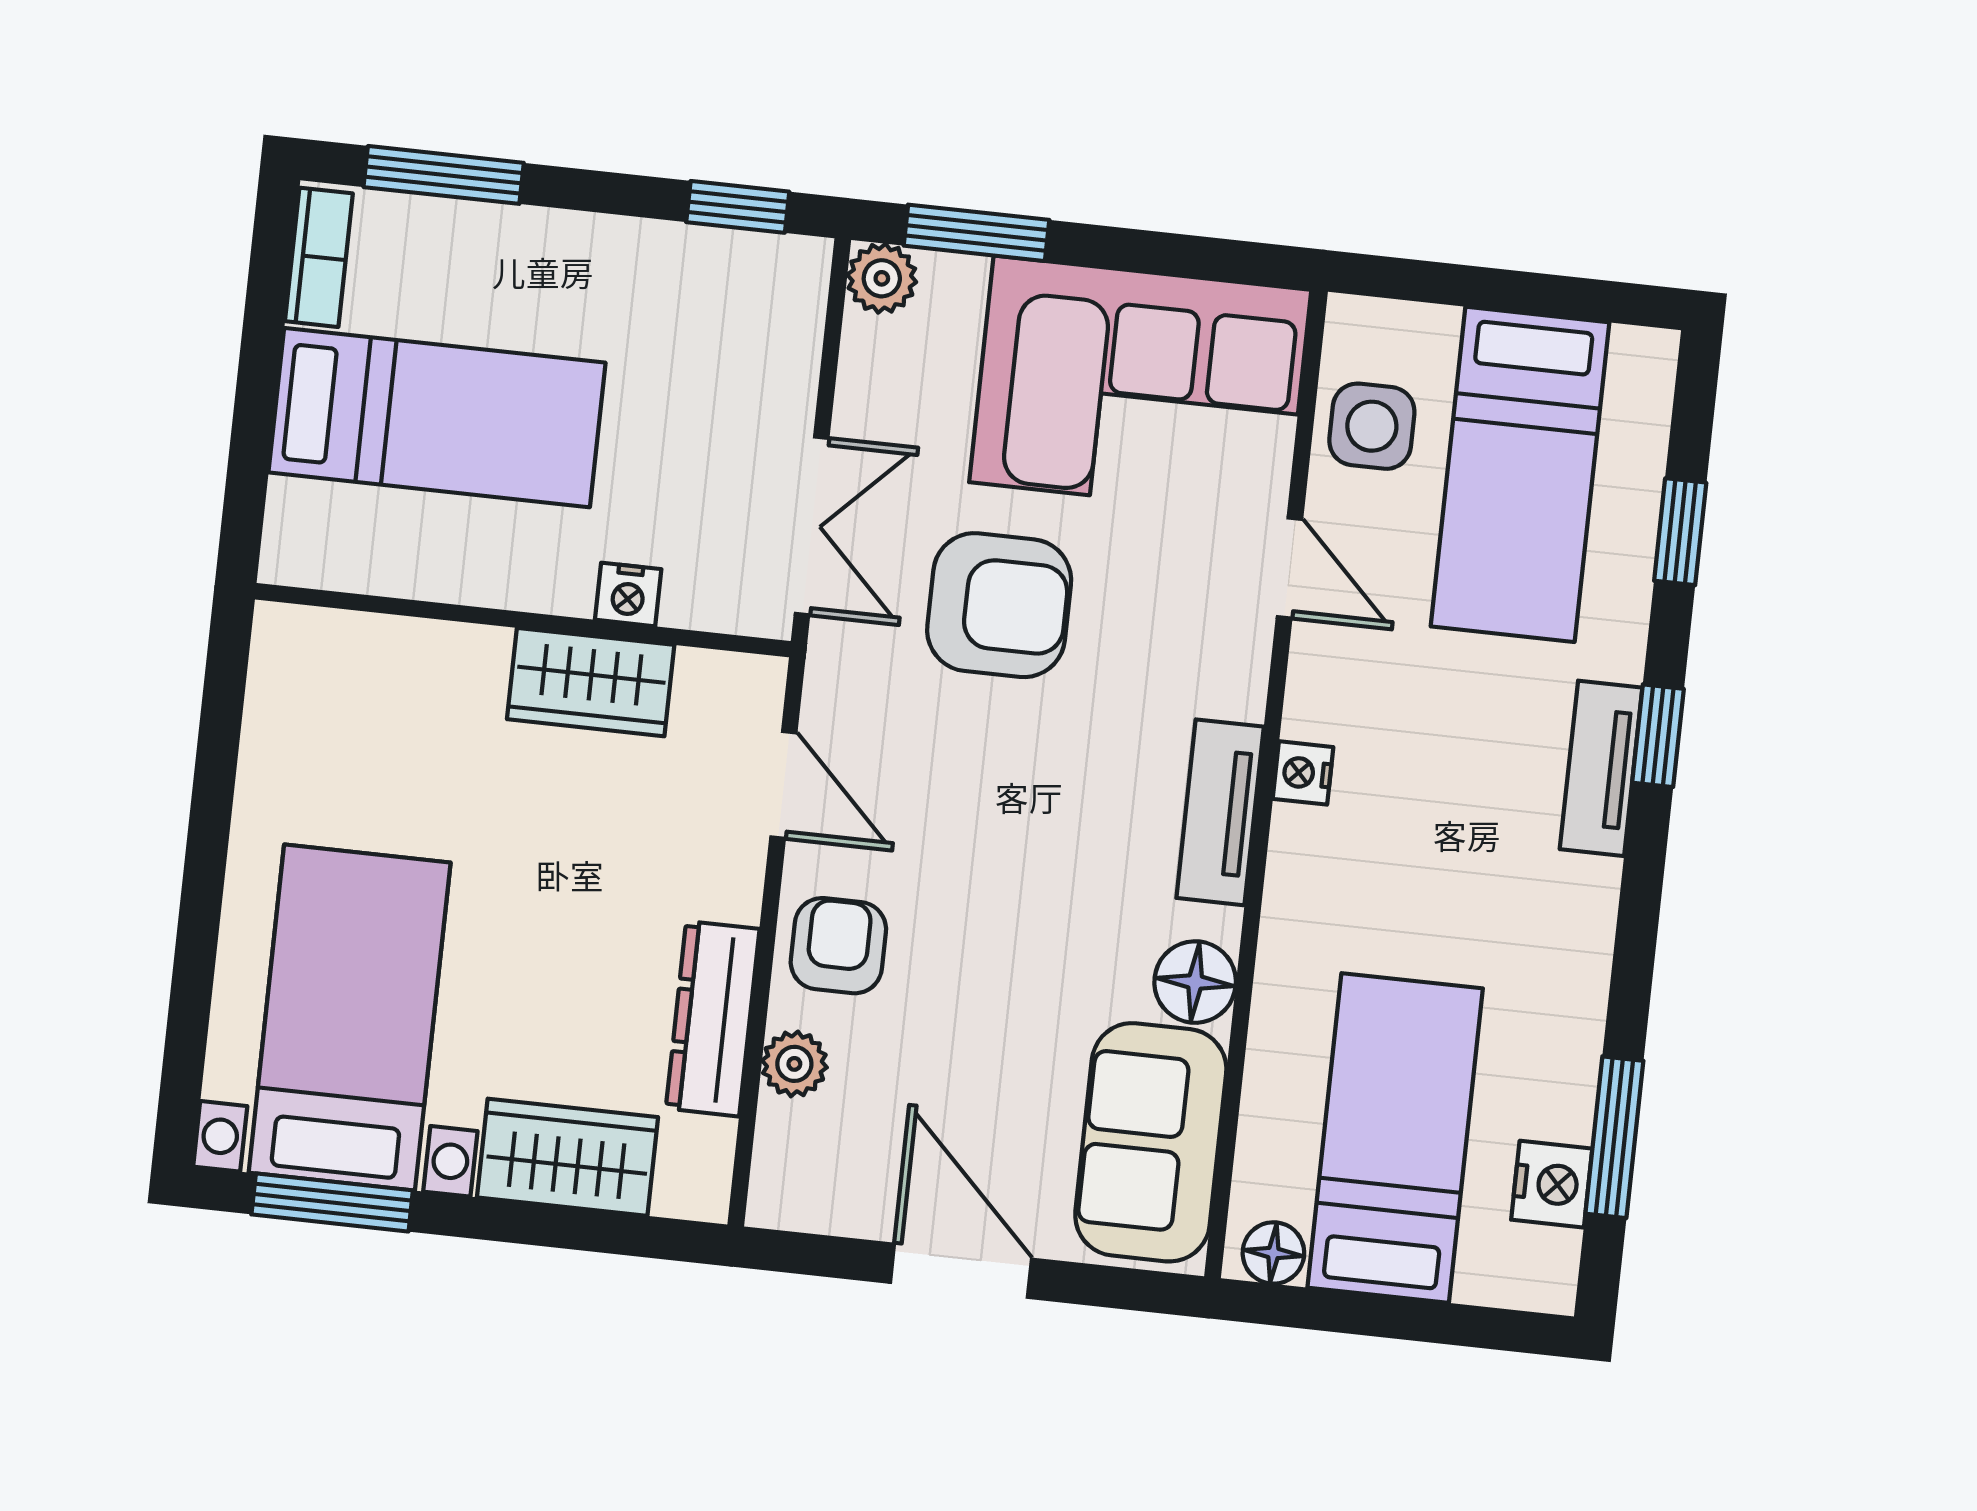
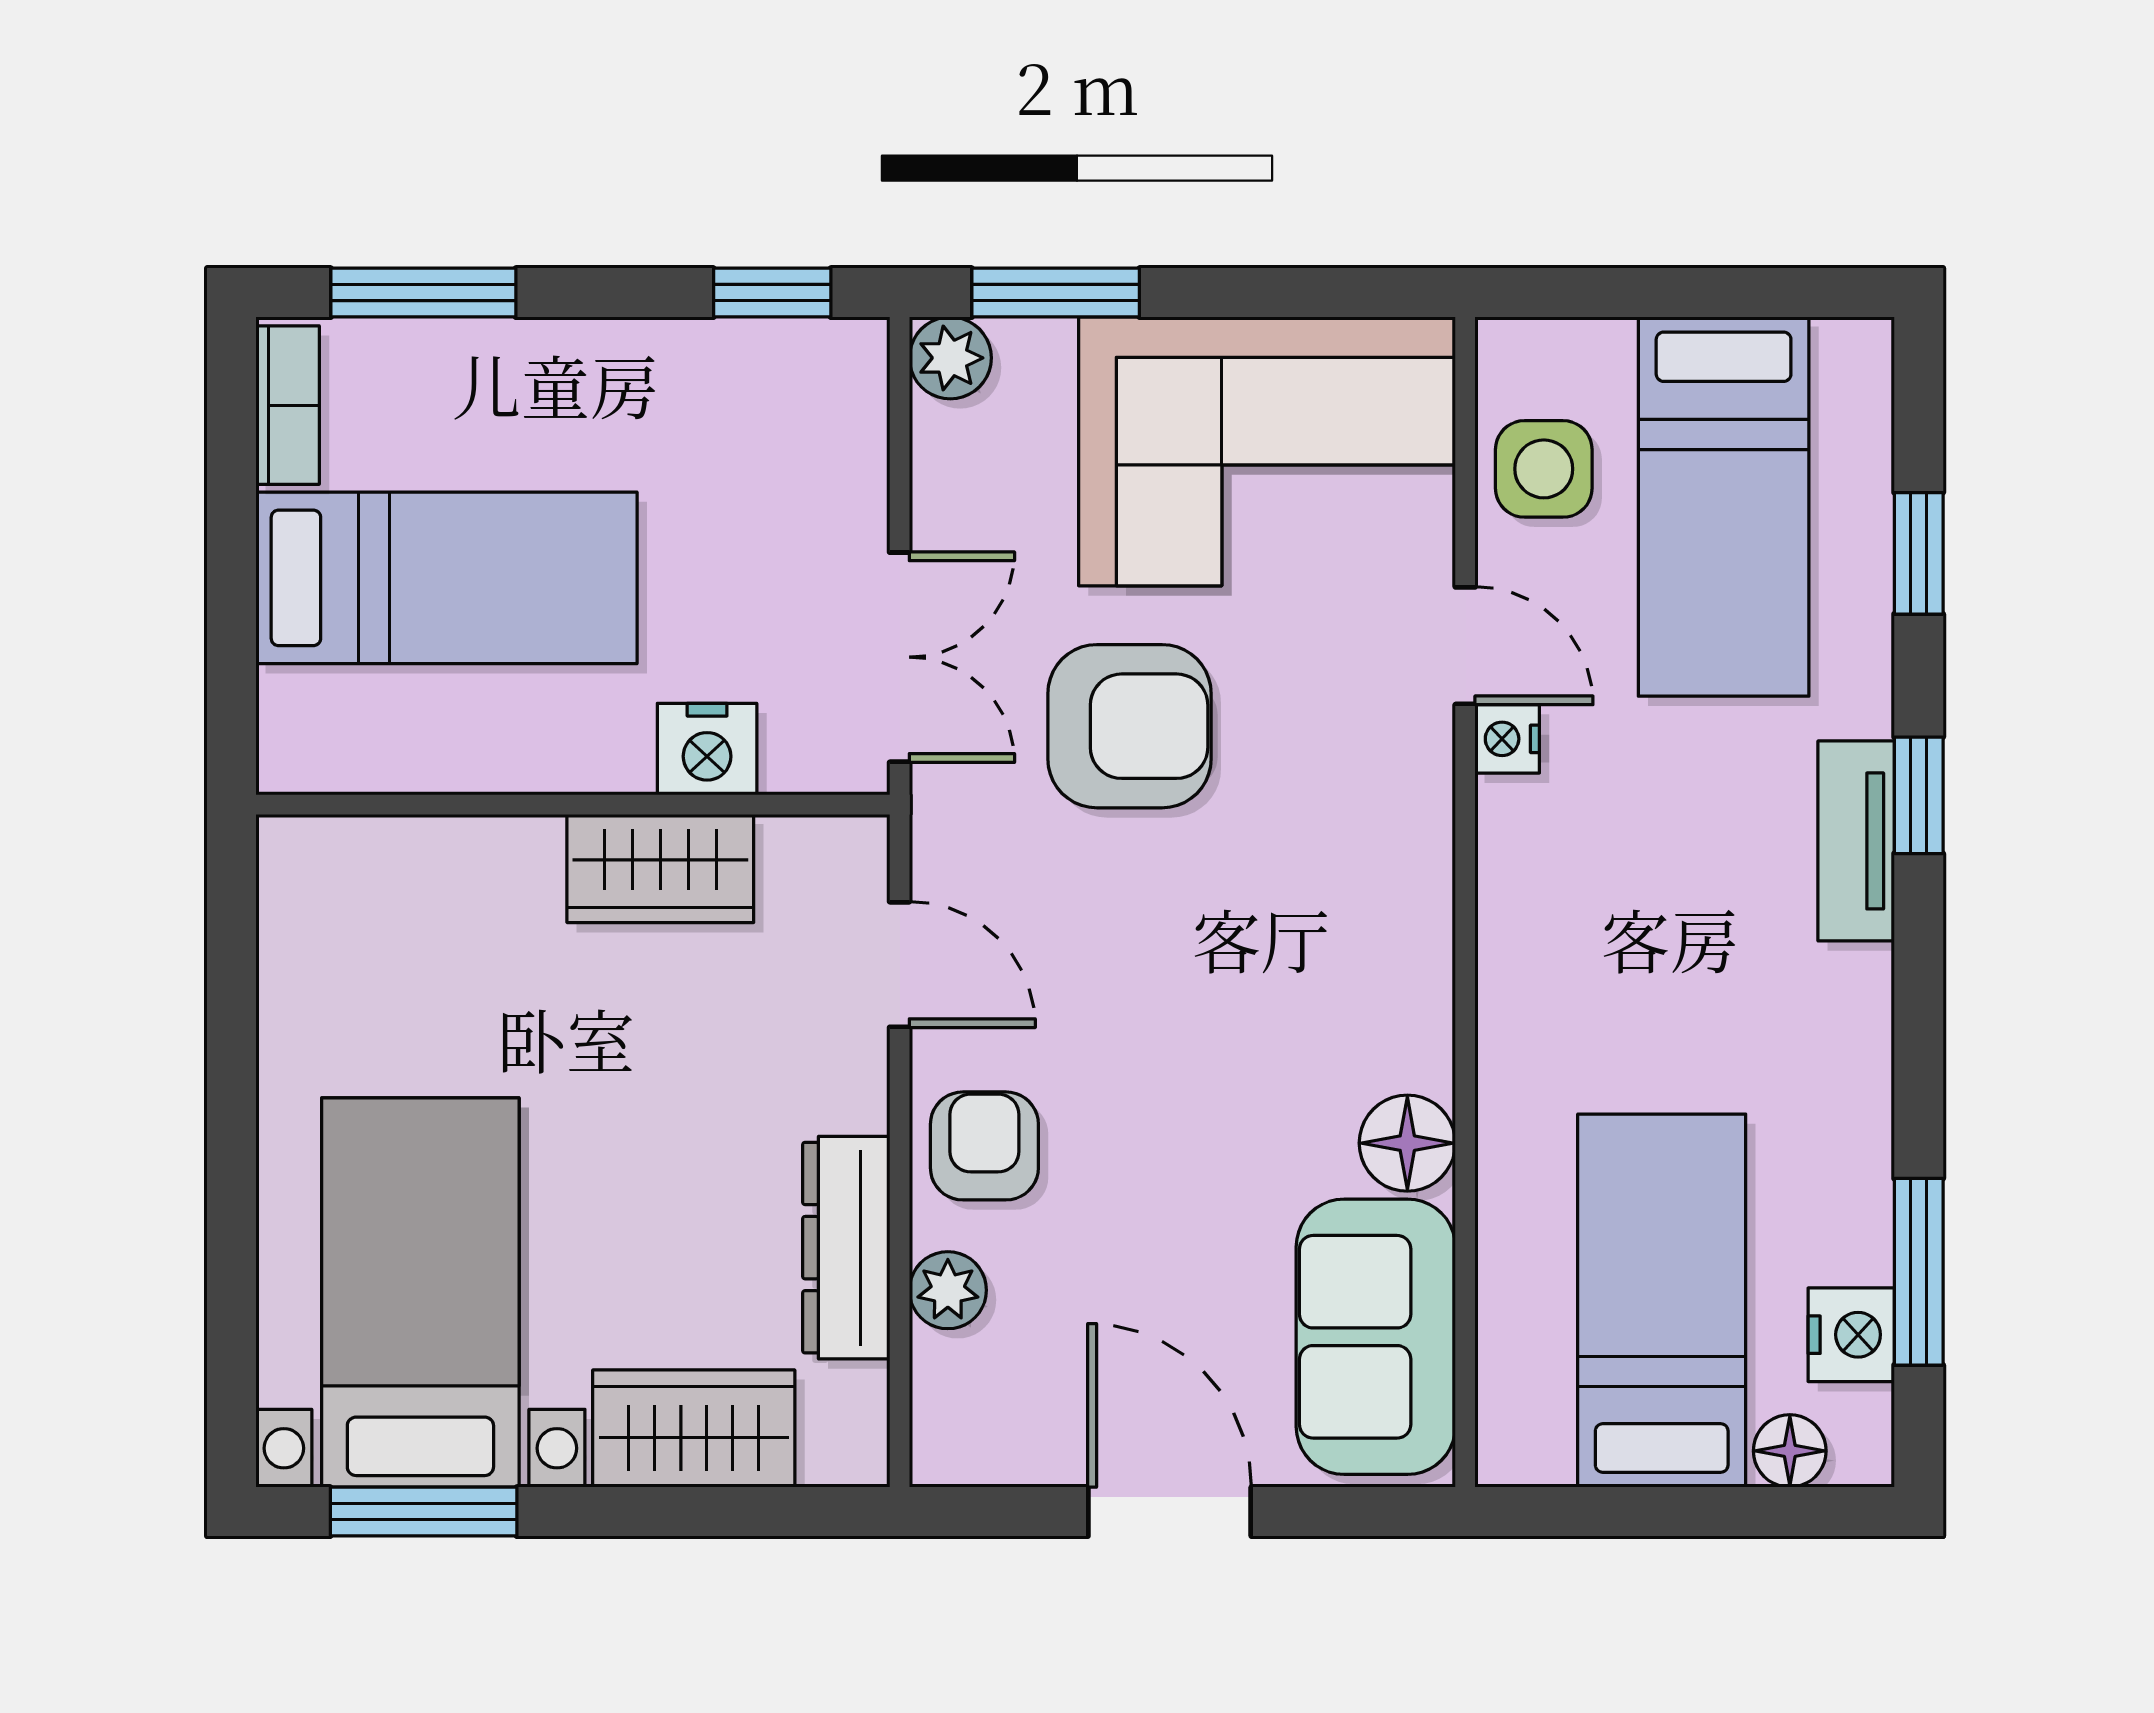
nightstand: (628, 594) -> (707, 749), width x1.39, depth x1.35
nightstand: (1303, 773) -> (1507, 739), moved
tv unit: (1220, 812) -> (1415, 941), removed
floor lamp: (1273, 1253) -> (1790, 1451), moved

